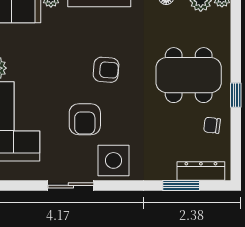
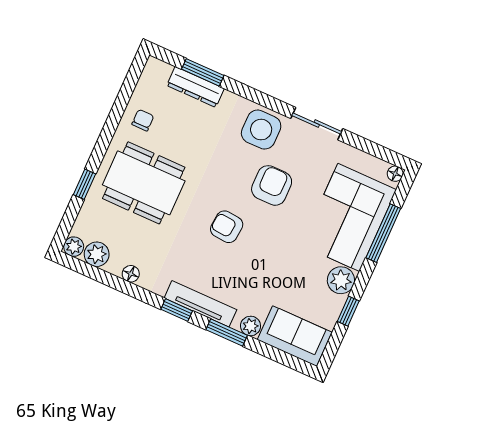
window: (236, 95) -> (85, 184), moved
chair: (212, 125) -> (143, 120), turned -97
dresser: (201, 171) -> (195, 87), moved

